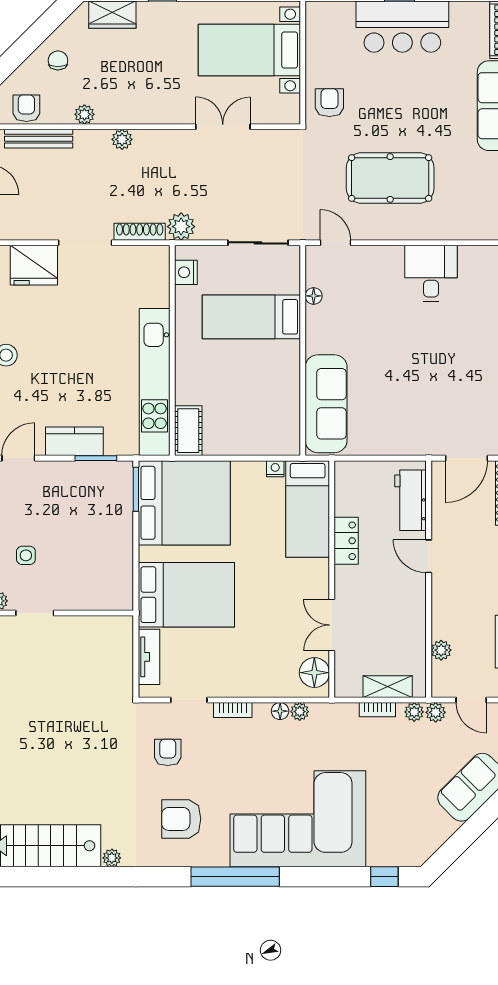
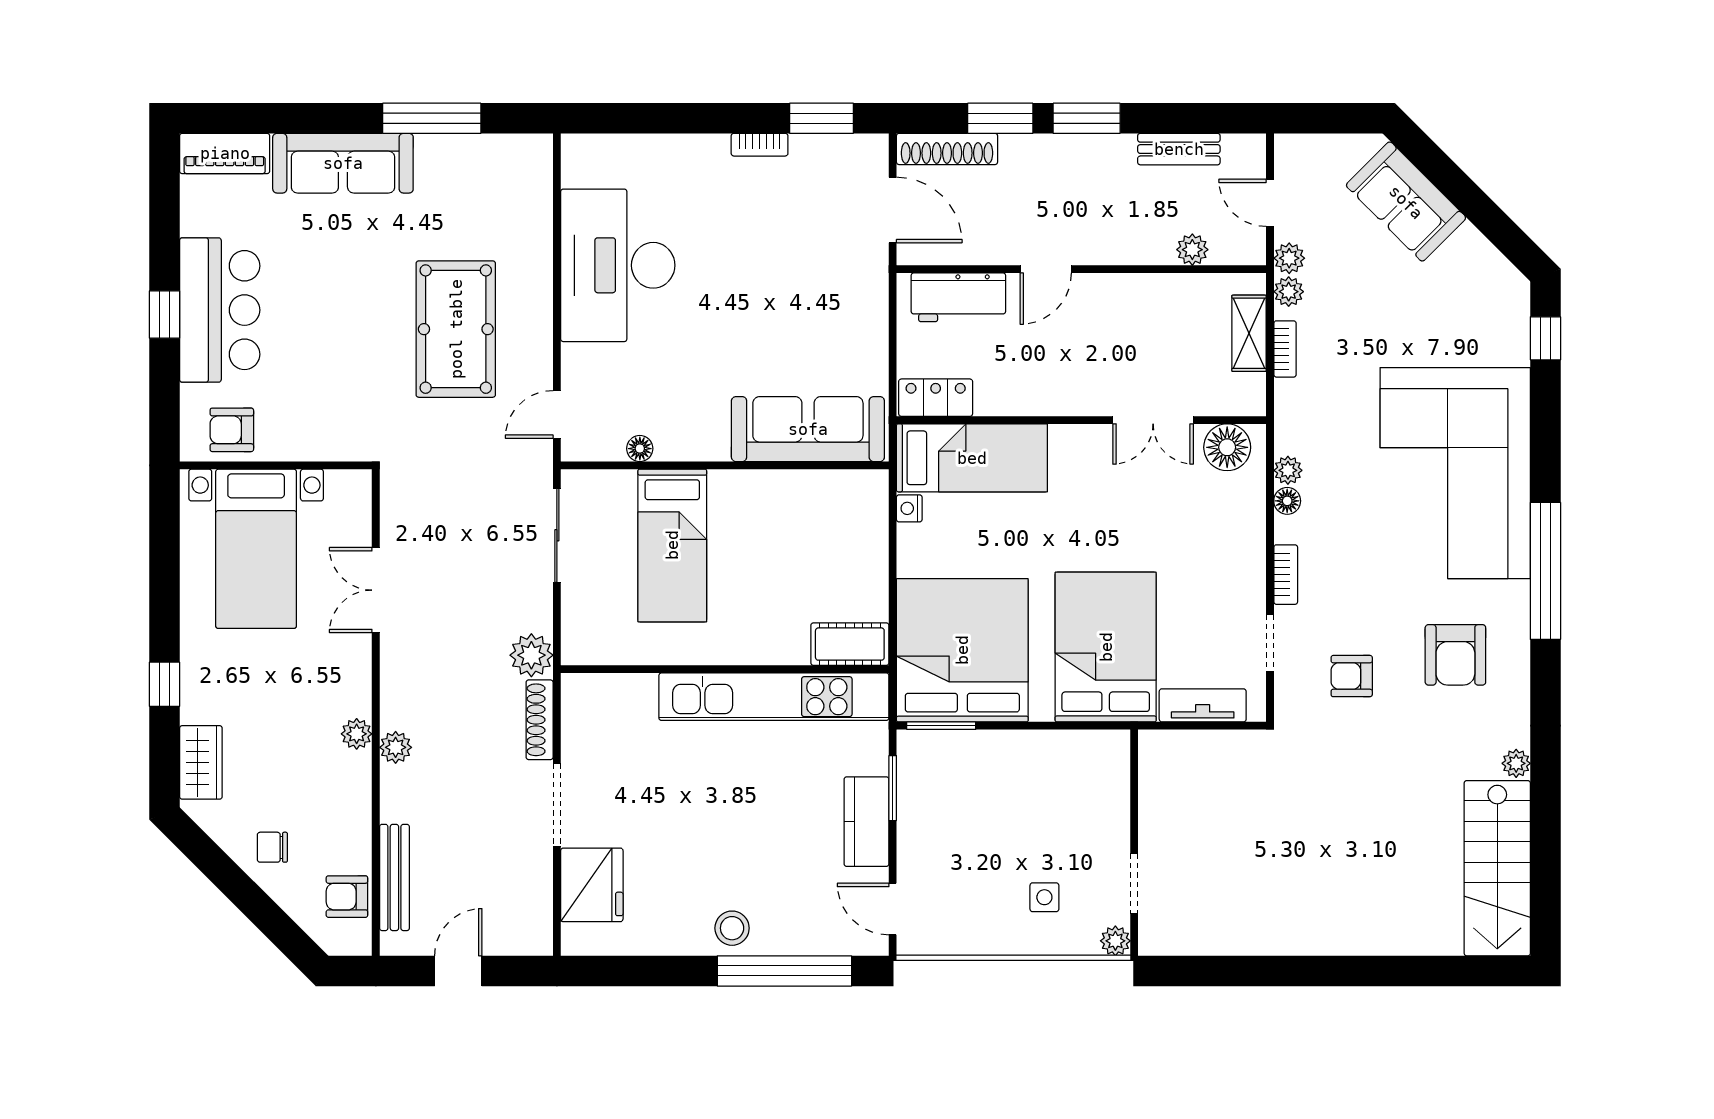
armchair: (329, 103) -> (232, 430), moved
plant: (84, 114) -> (357, 734), moved
nightstand: (186, 272) -> (603, 648), removed
desk: (431, 273) -> (618, 265), width x1.87, depth x1.30
locker: (346, 541) -> (936, 398), moved
door: (471, 700) -> (1270, 203), swing flipped

